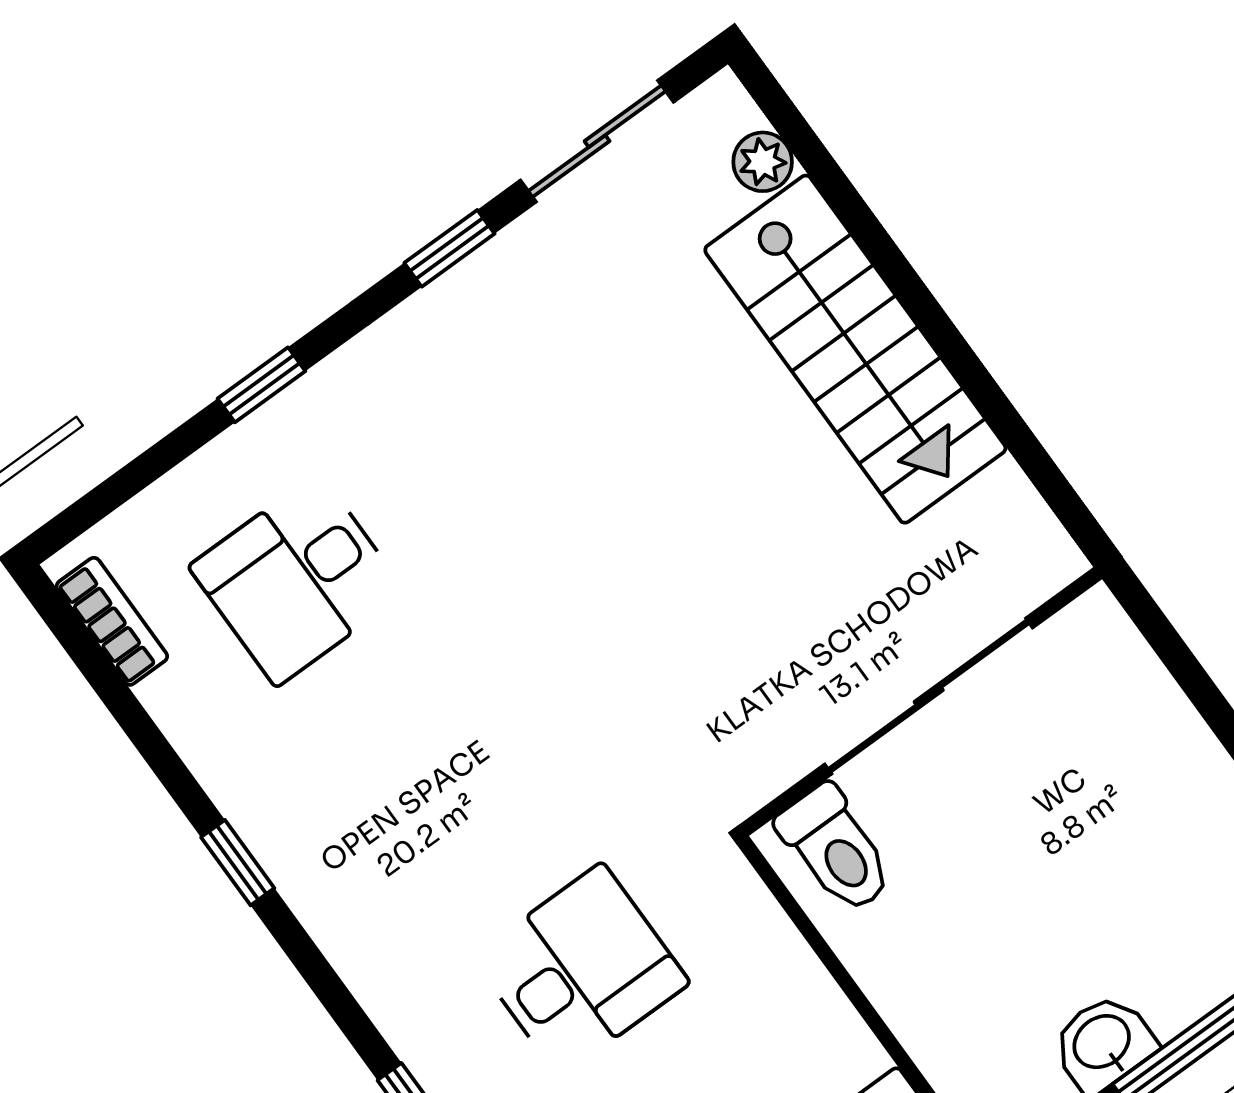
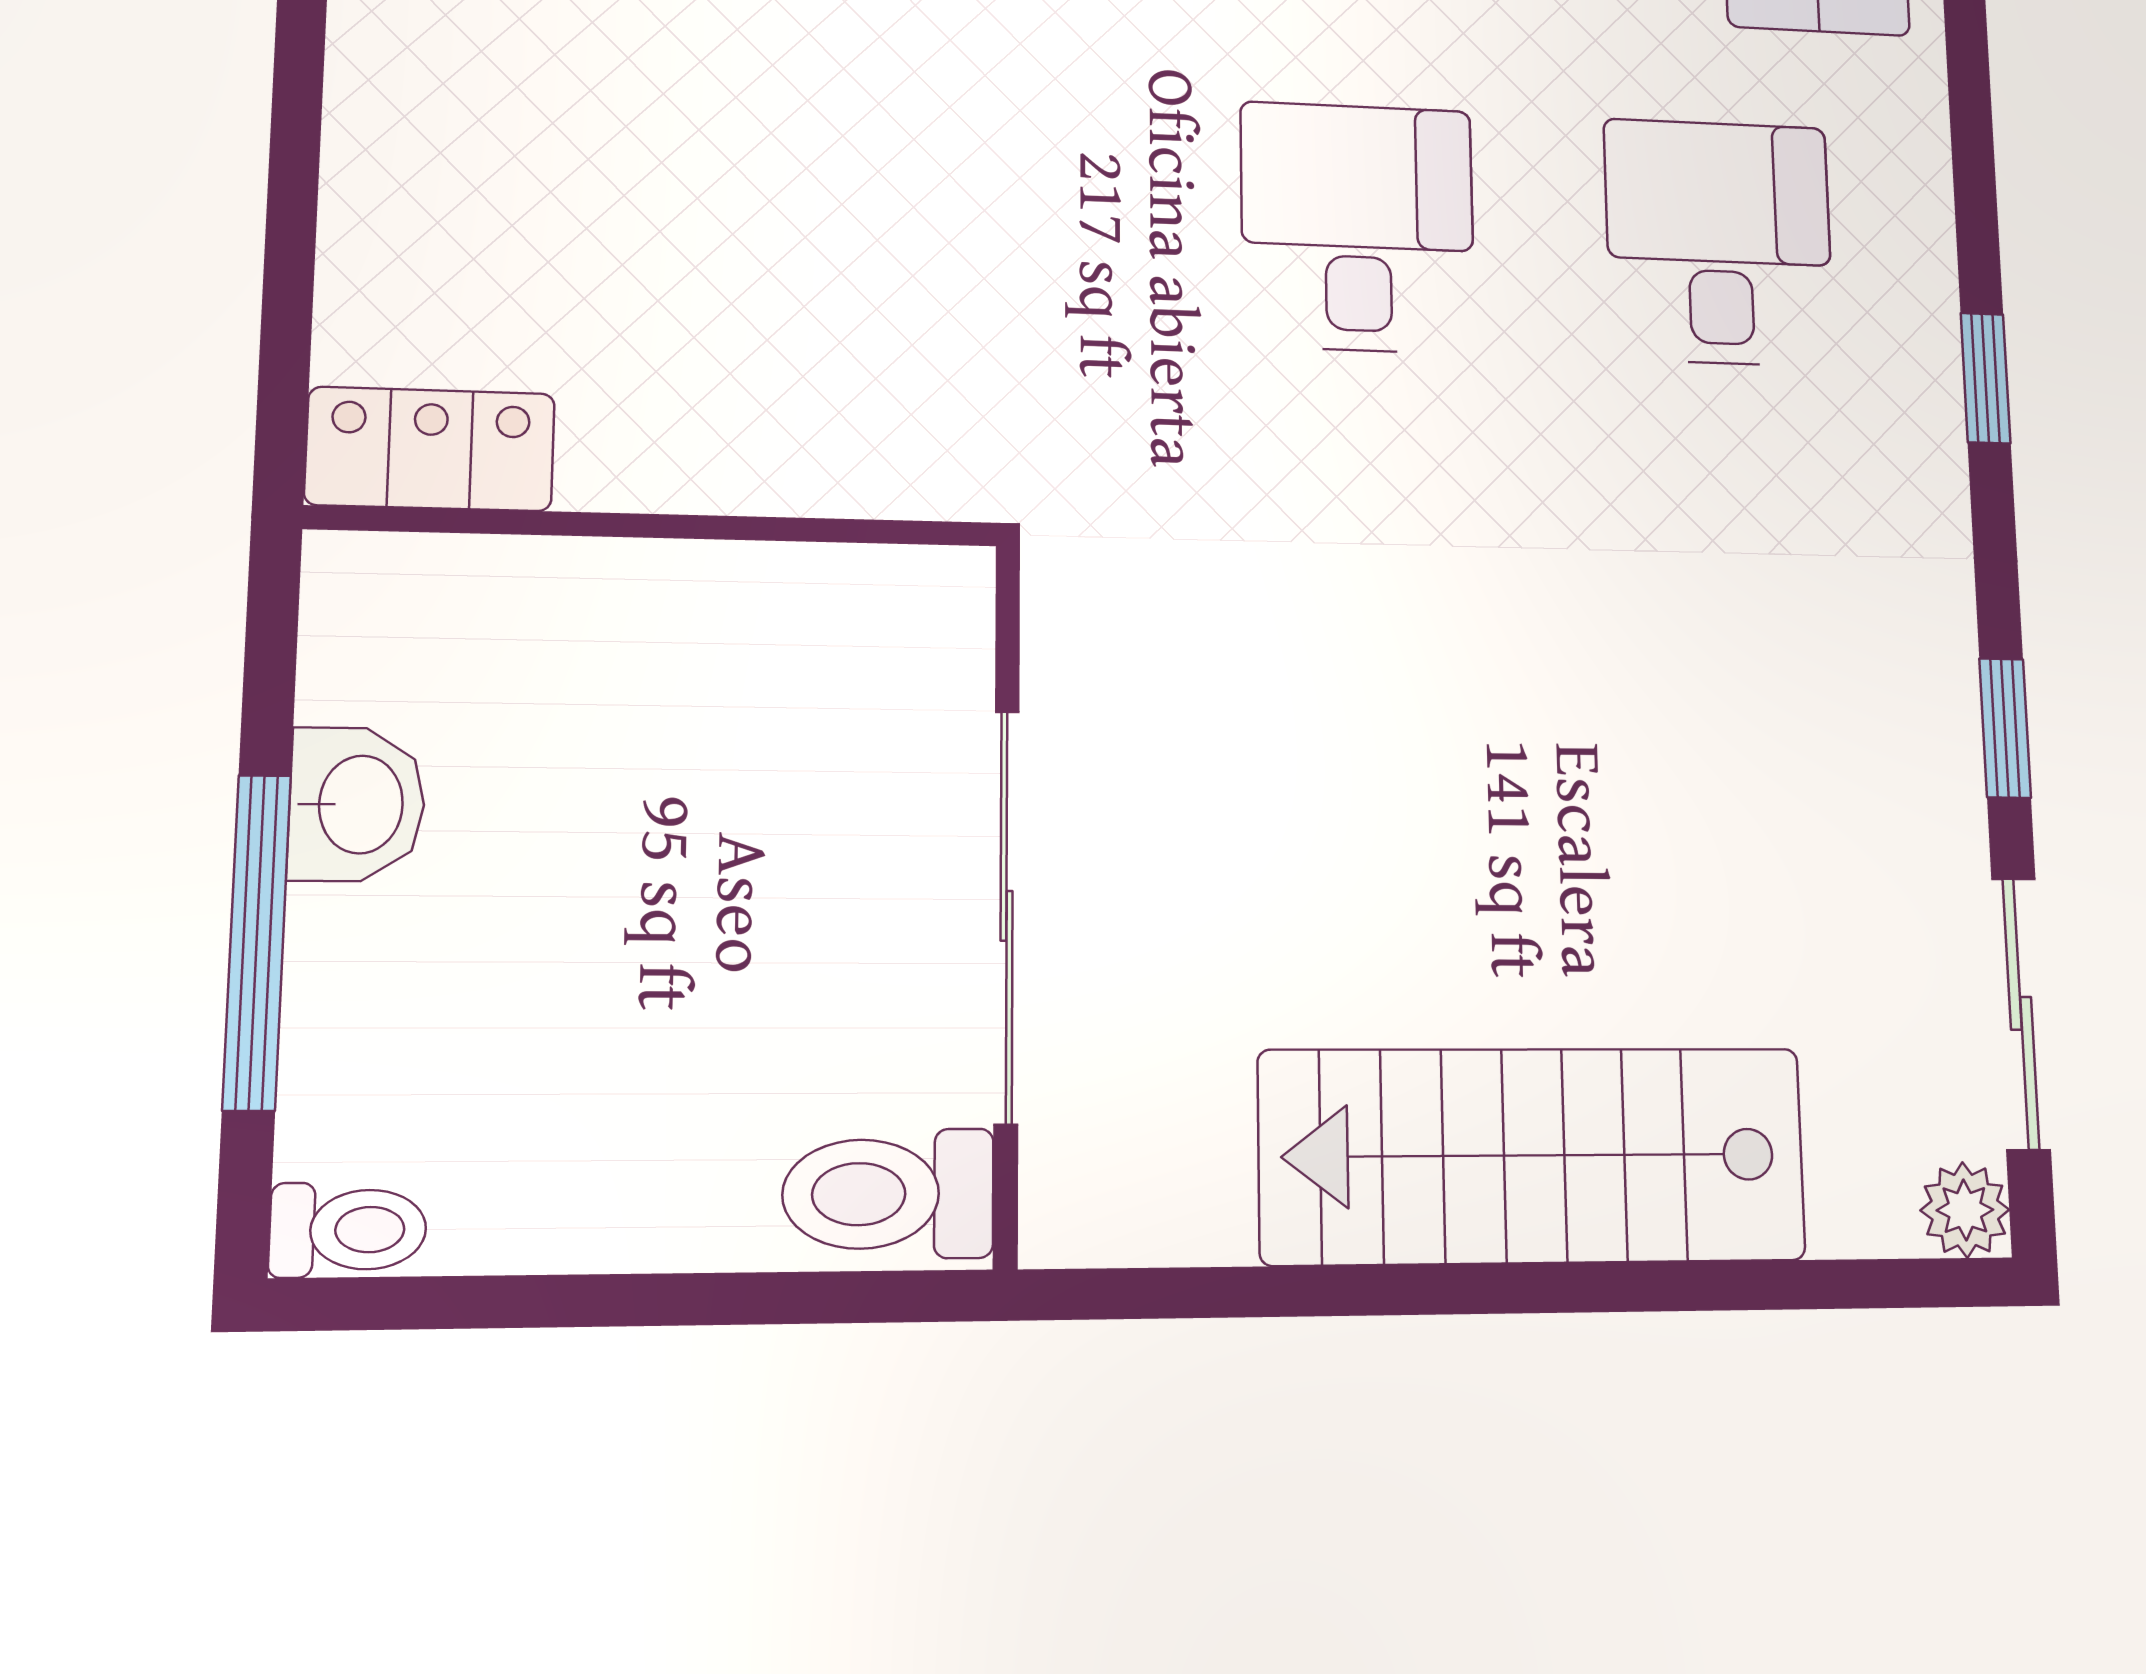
plant: (763, 162) -> (1965, 1210), moved
toilet: (836, 849) -> (888, 1194), moved
desk: (581, 970) -> (1358, 227), moved, turned 180

